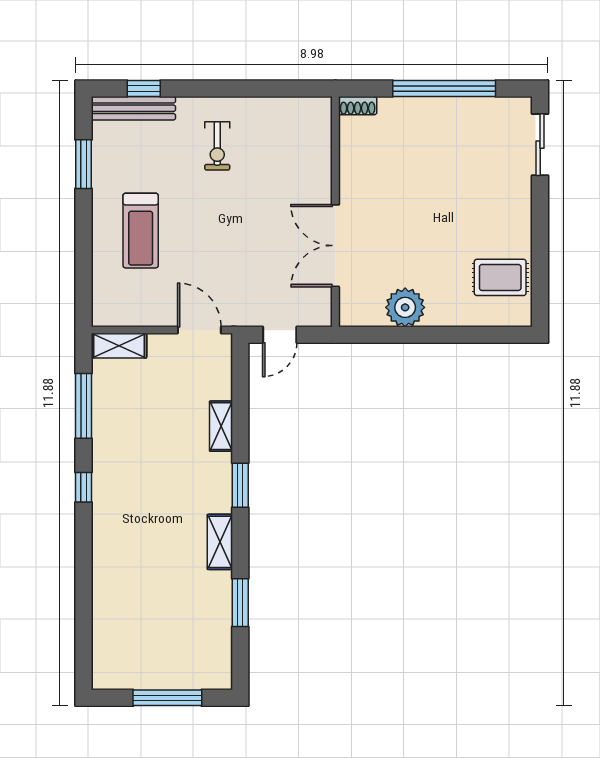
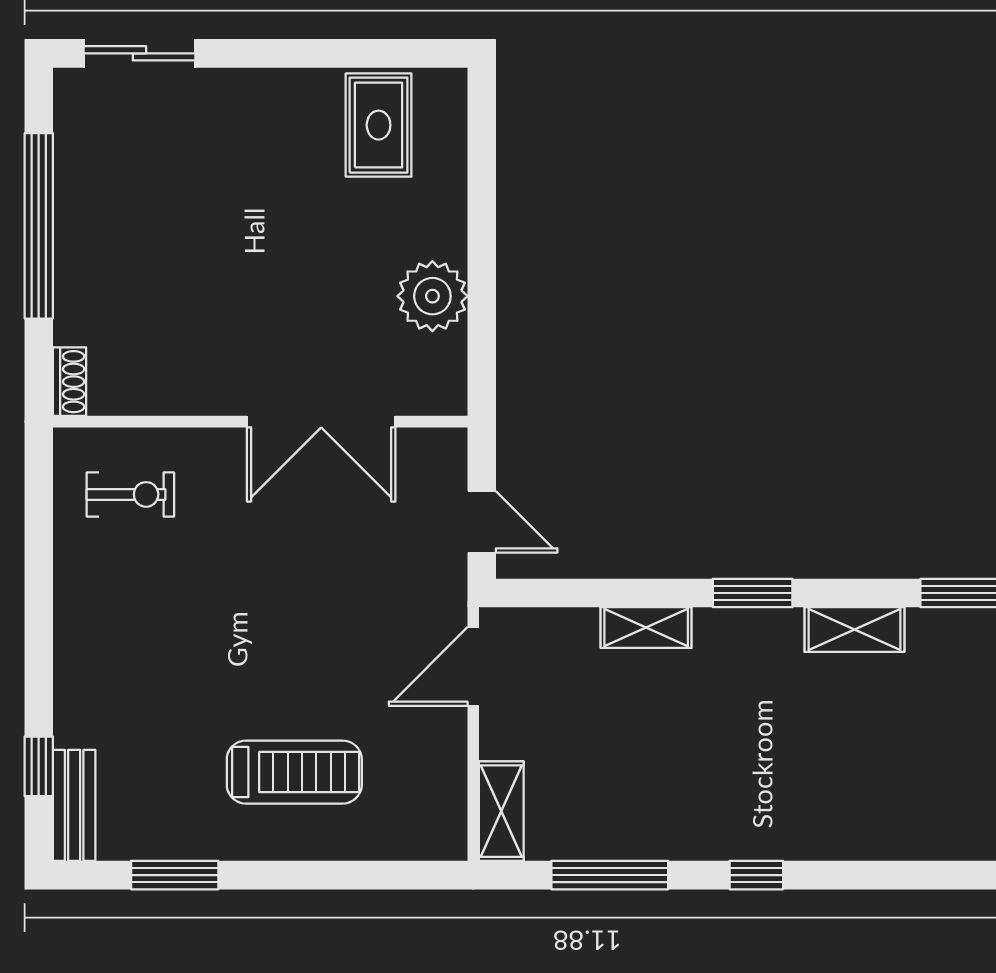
bench: (133, 108) -> (74, 805), width x0.73
exercise bike: (217, 146) -> (130, 494), moved

